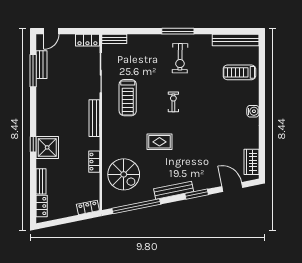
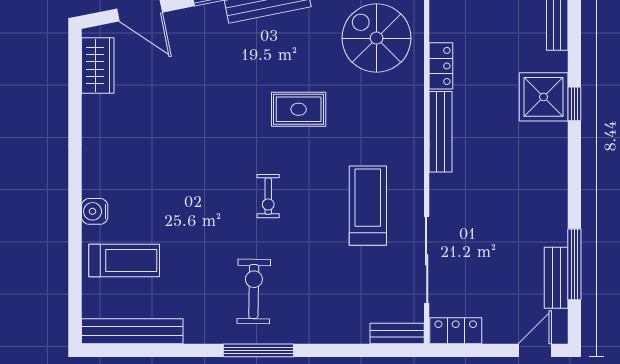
water cooler: (253, 111) -> (95, 211), moved
bench: (94, 118) -> (441, 132), moved

